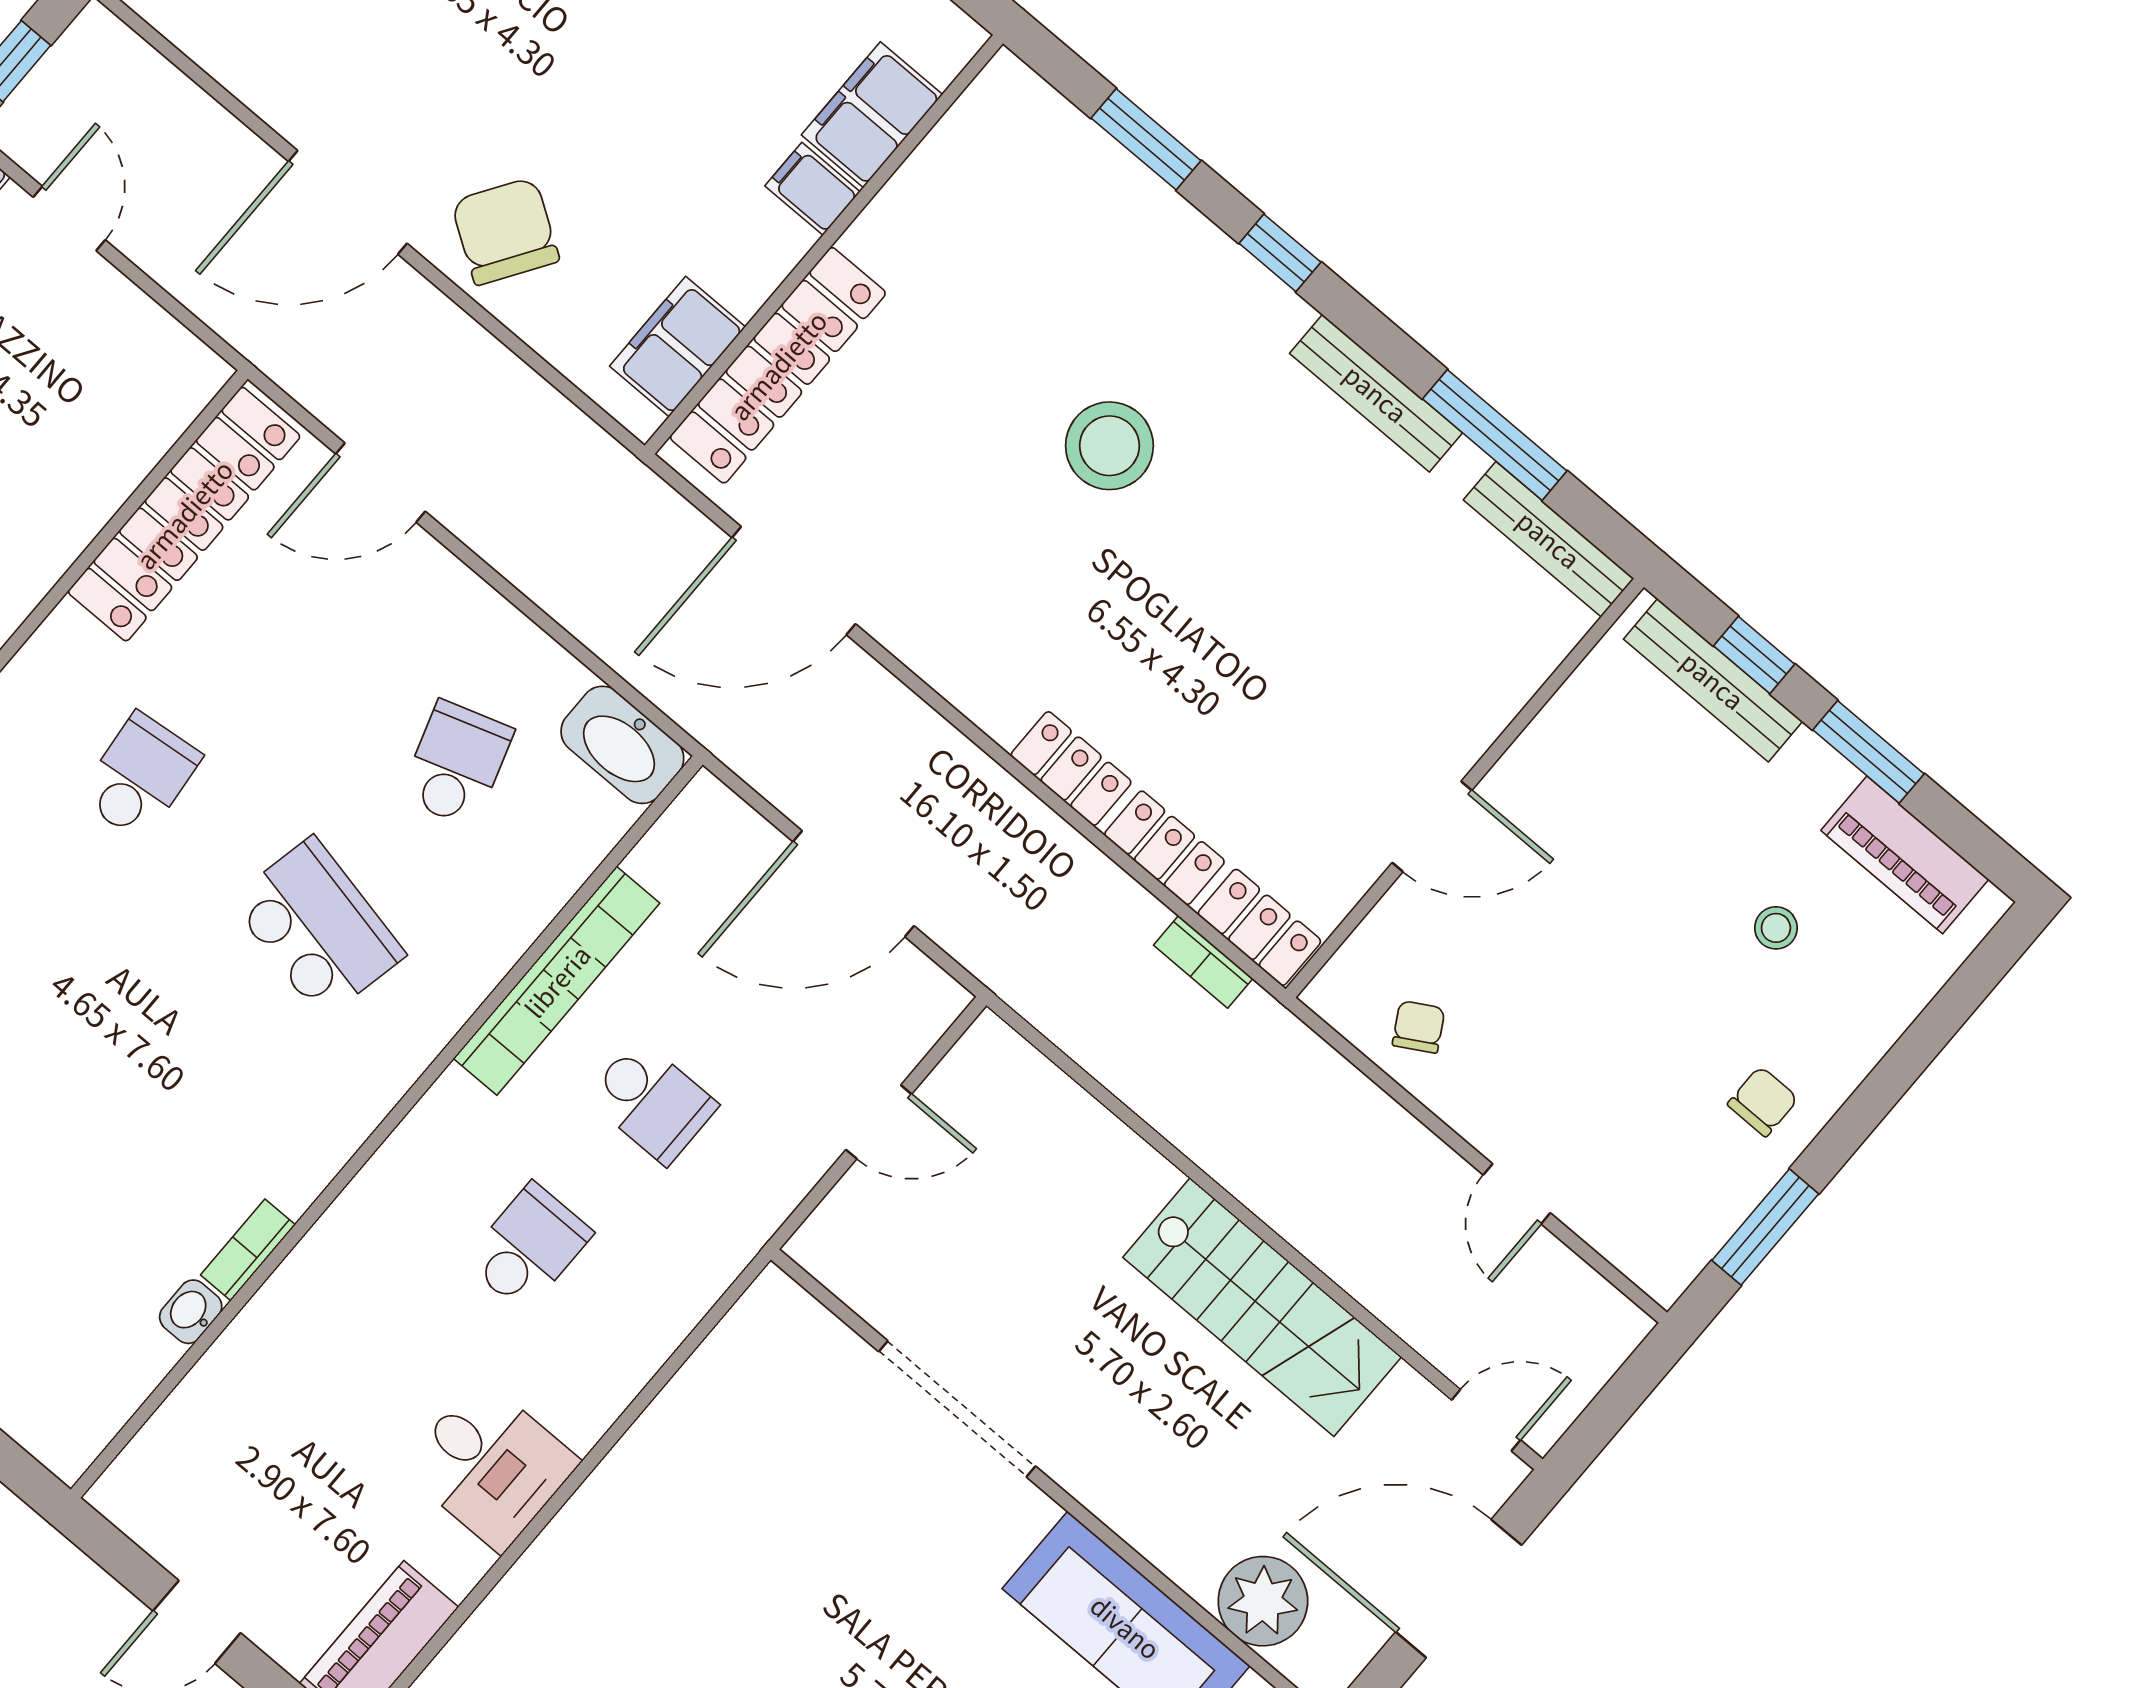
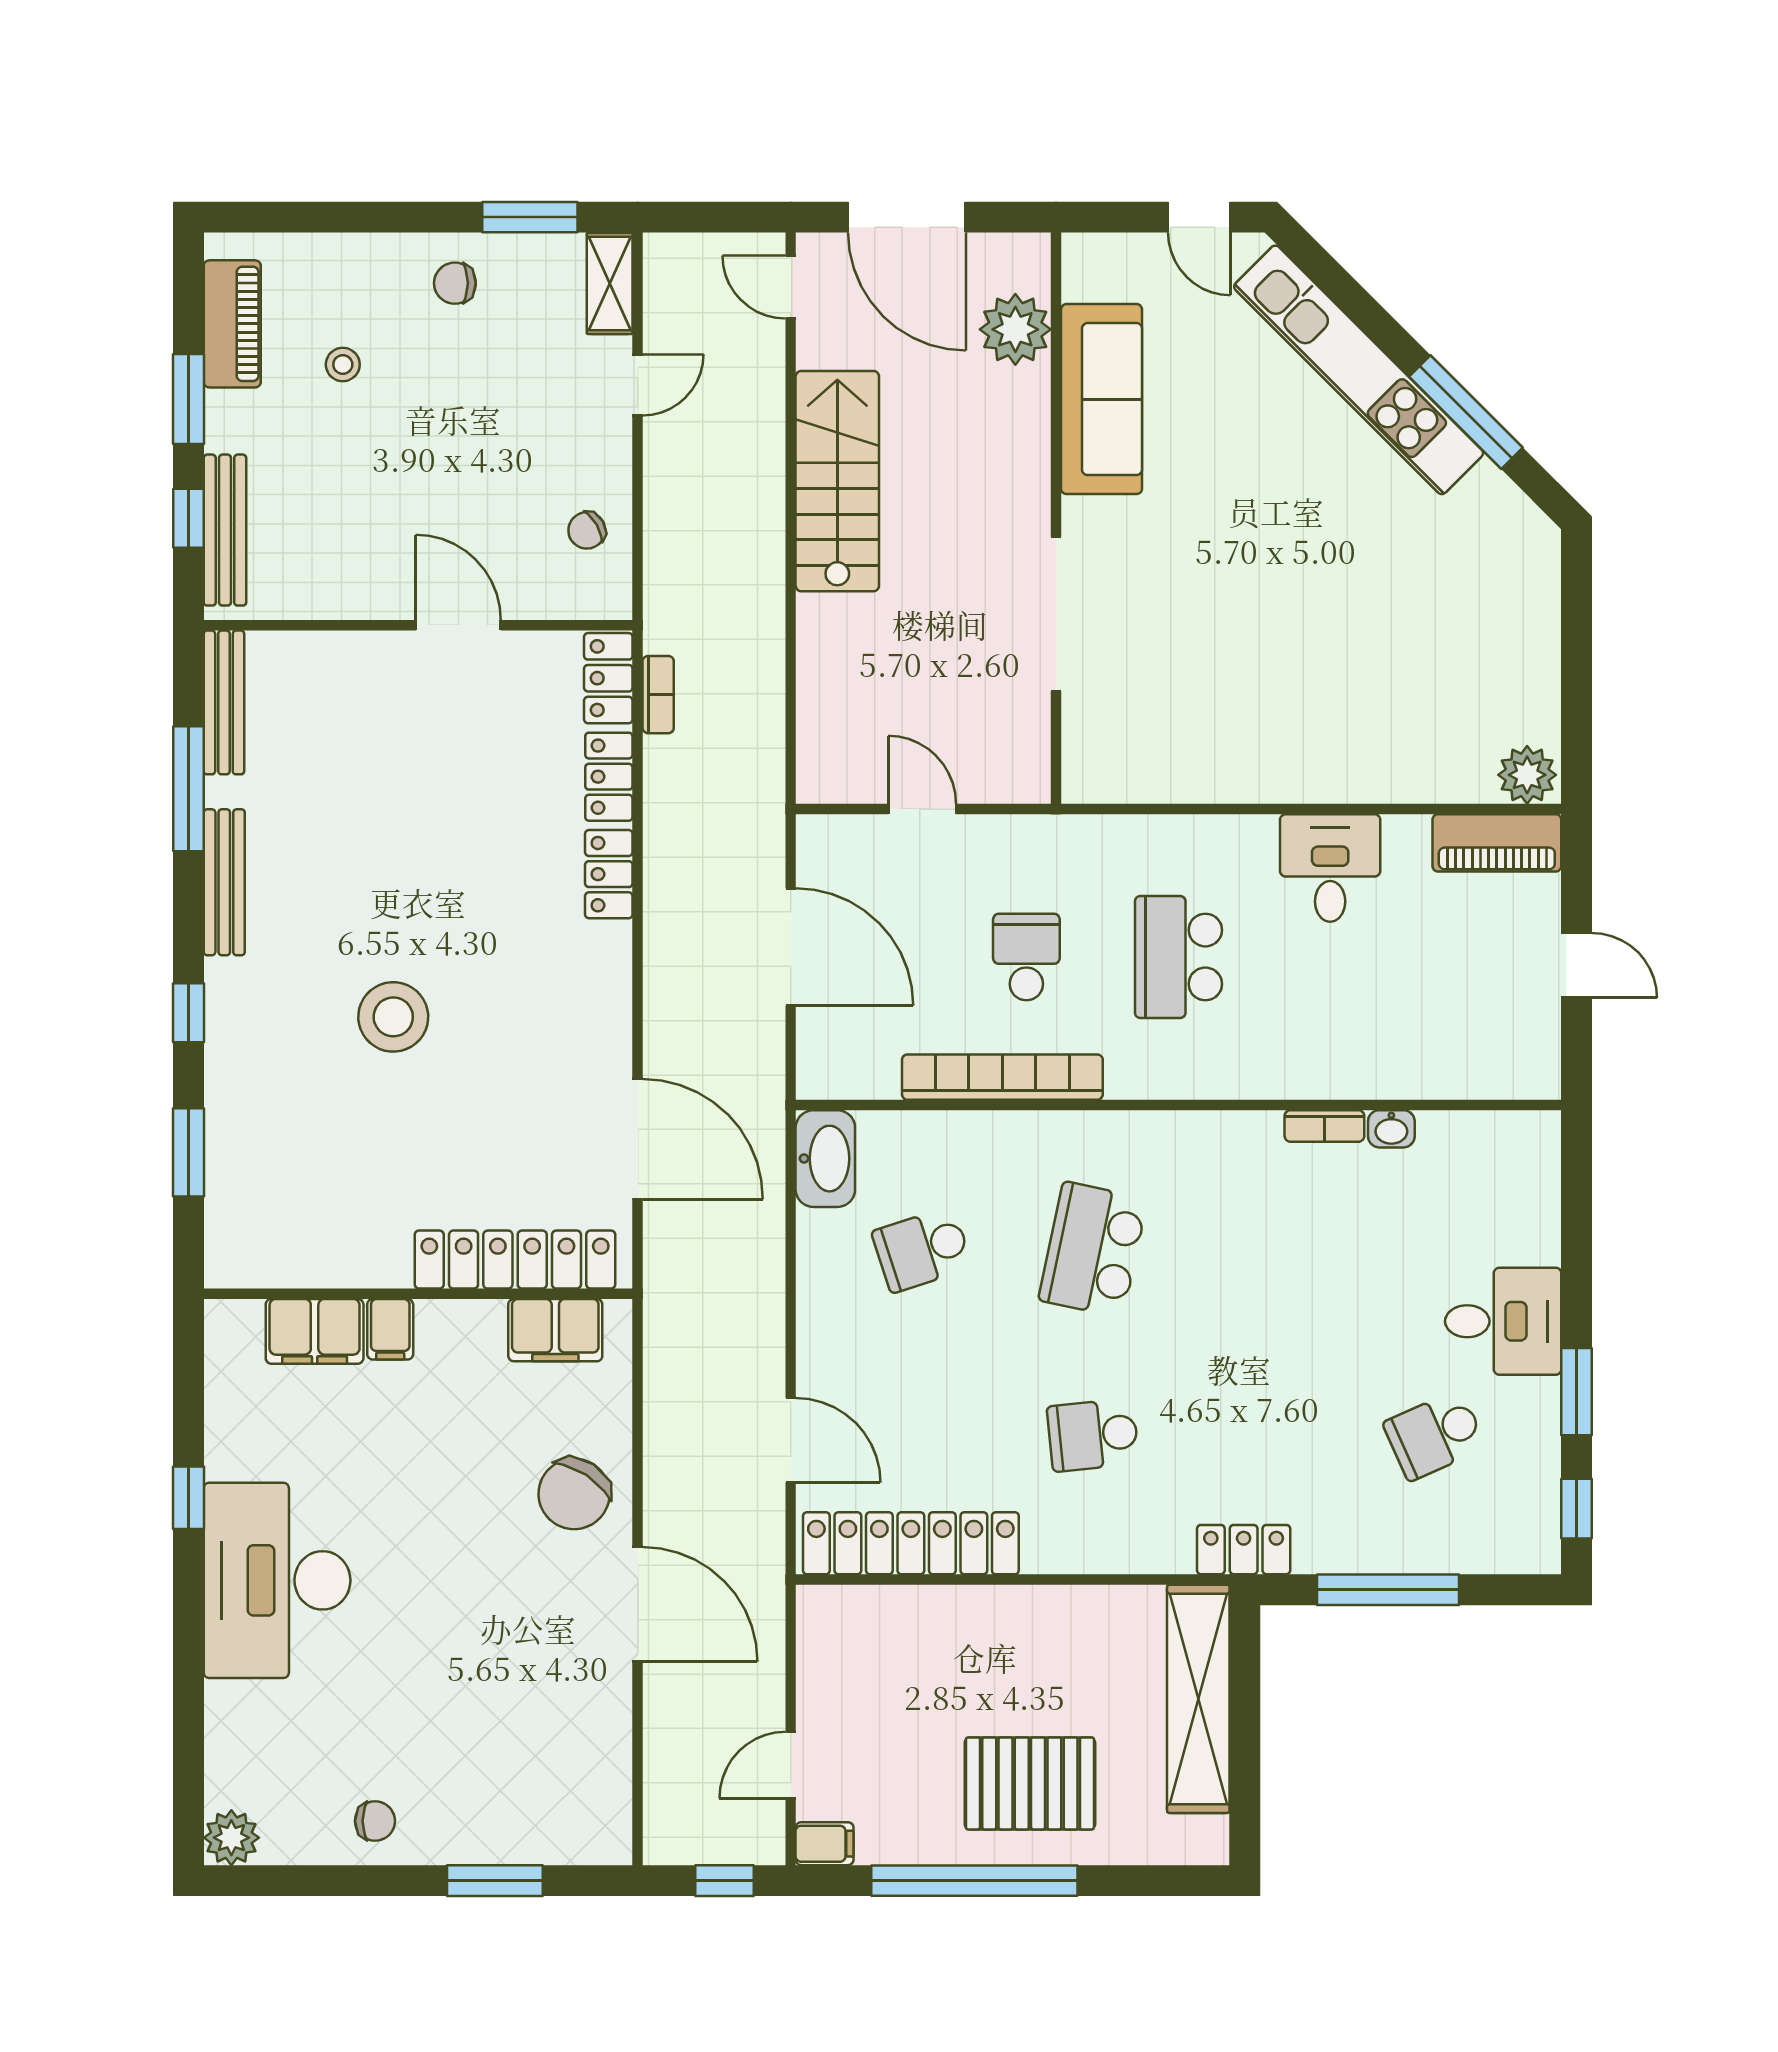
school desk: (529, 1247) -> (1178, 957), width x1.85
shelving: (1637, 1250) -> (610, 284), added

